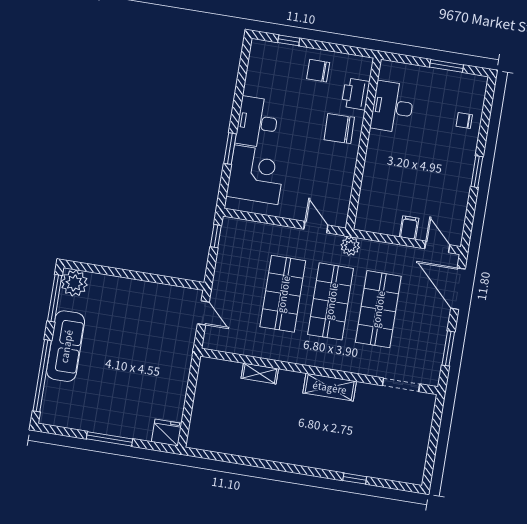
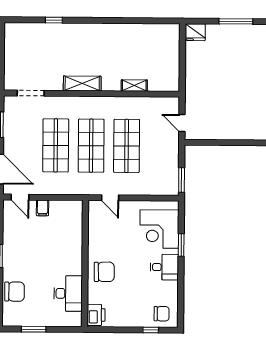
chair: (318, 71) -> (162, 314), moved
printer: (356, 94) -> (96, 315), moved
chair: (464, 121) -> (15, 292), width x1.87, depth x1.87
desk: (257, 122) -> (164, 267), width x0.73
window: (216, 236) -> (182, 180), width x1.50
plant: (350, 246) -> (83, 188), removed

